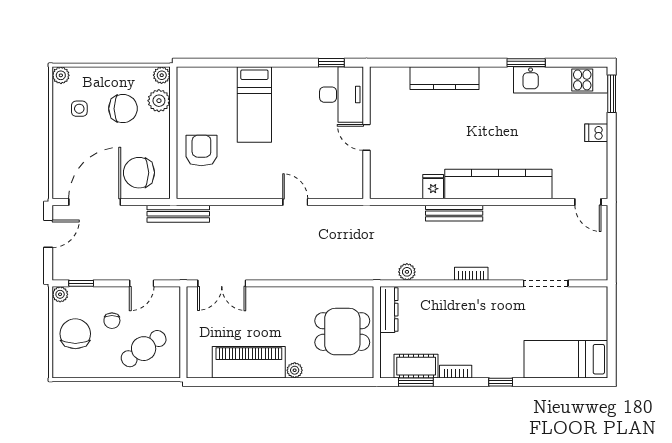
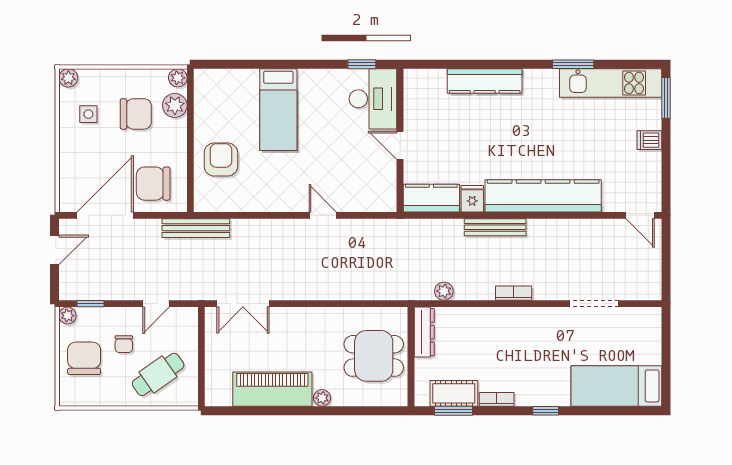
kitchen counter: (395, 186) -> (431, 198), added

